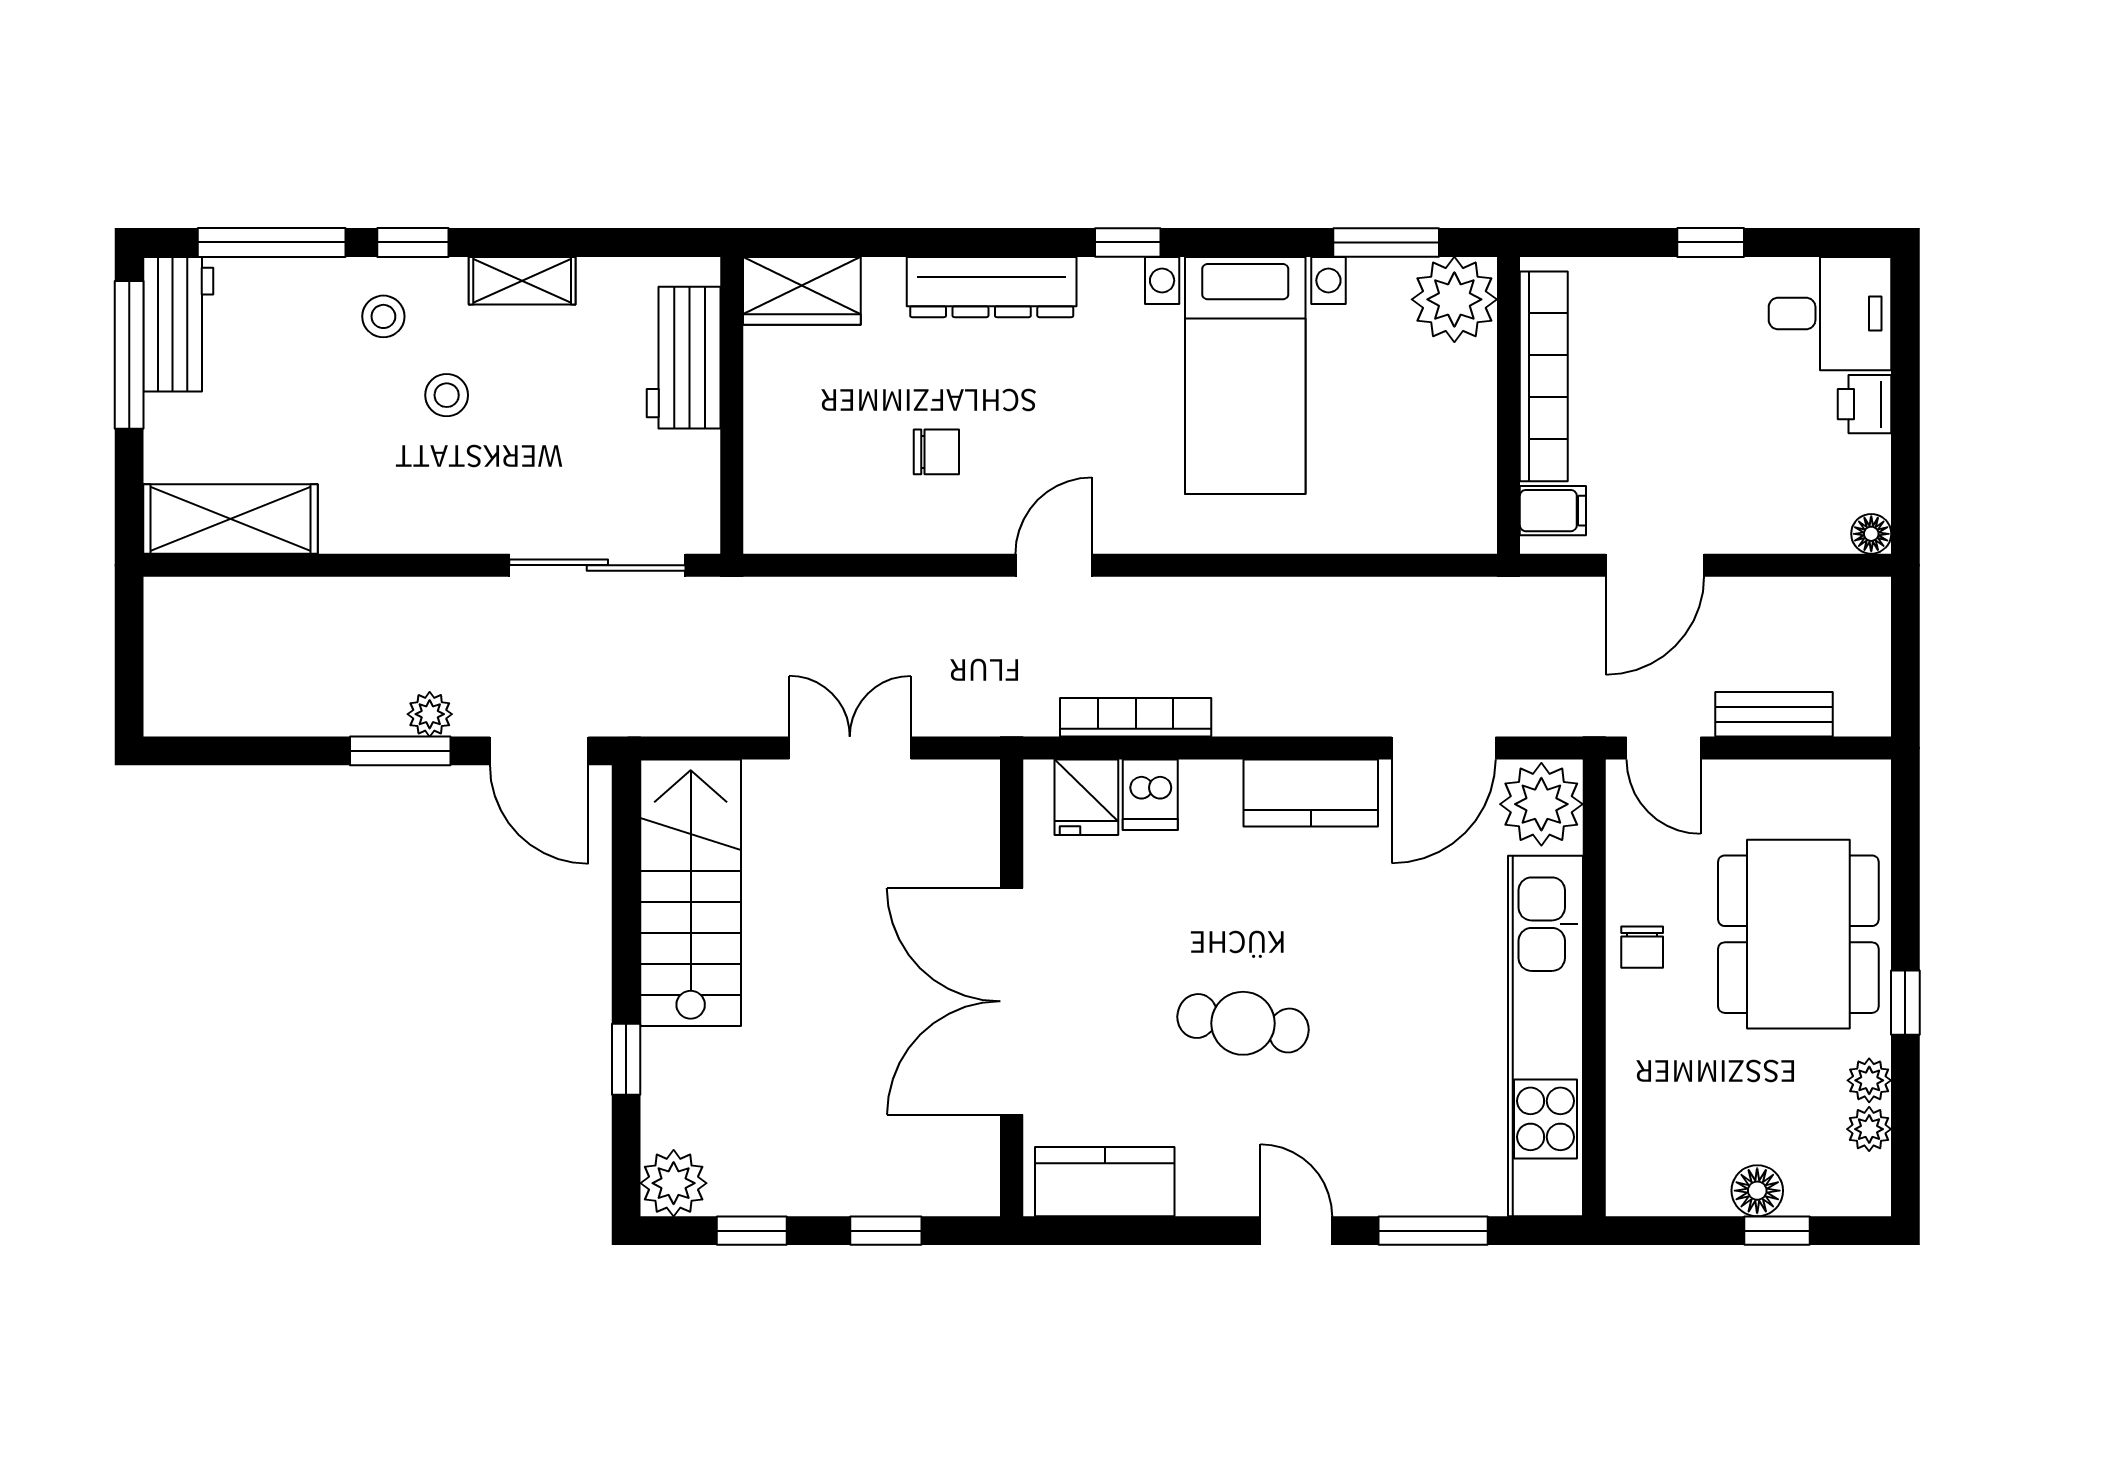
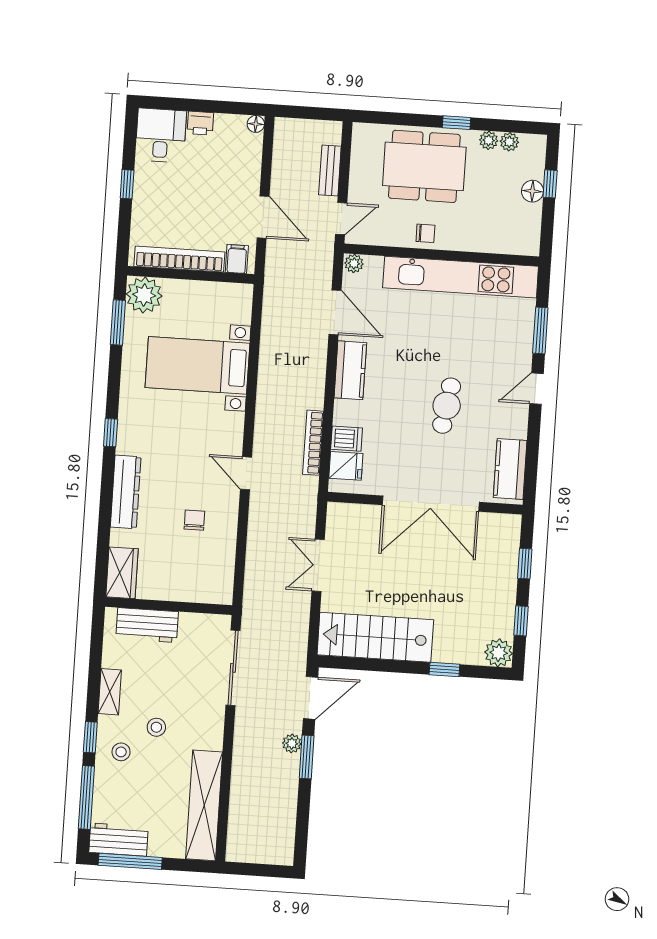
bed with nightstands: (1245, 375) -> (197, 365), moved, turned 180
shelving: (231, 519) -> (204, 805), width x1.47
plant: (1541, 804) -> (354, 263), width x0.53, depth x0.53

